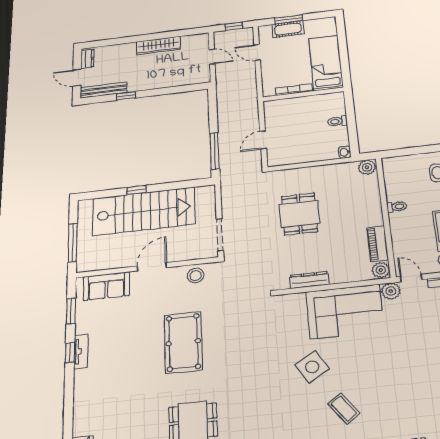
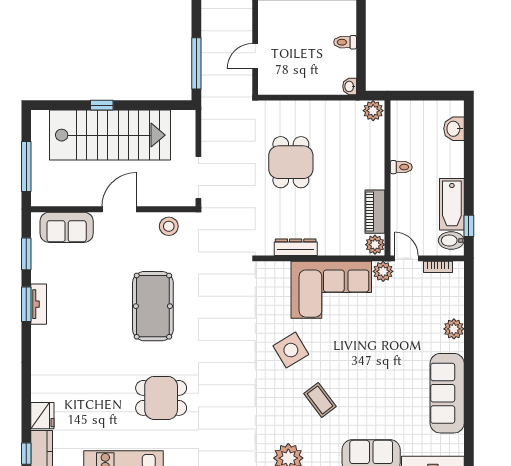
window: (70, 353) -> (26, 304), width x1.50

